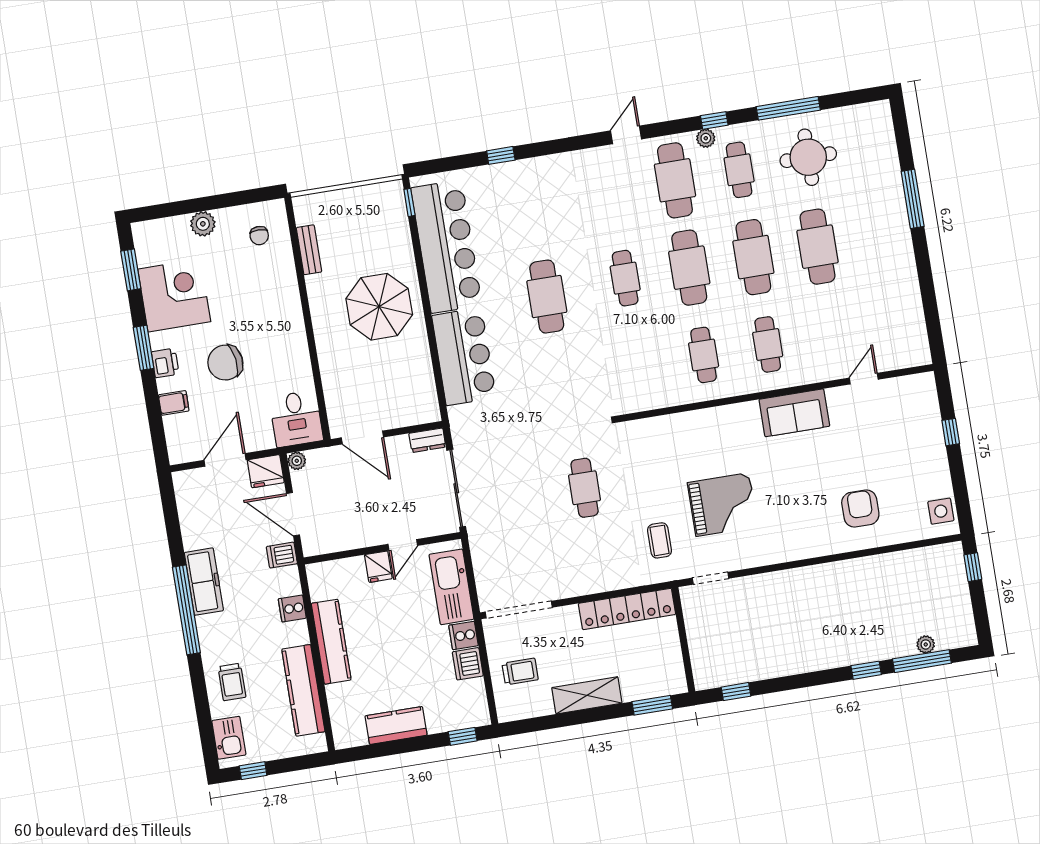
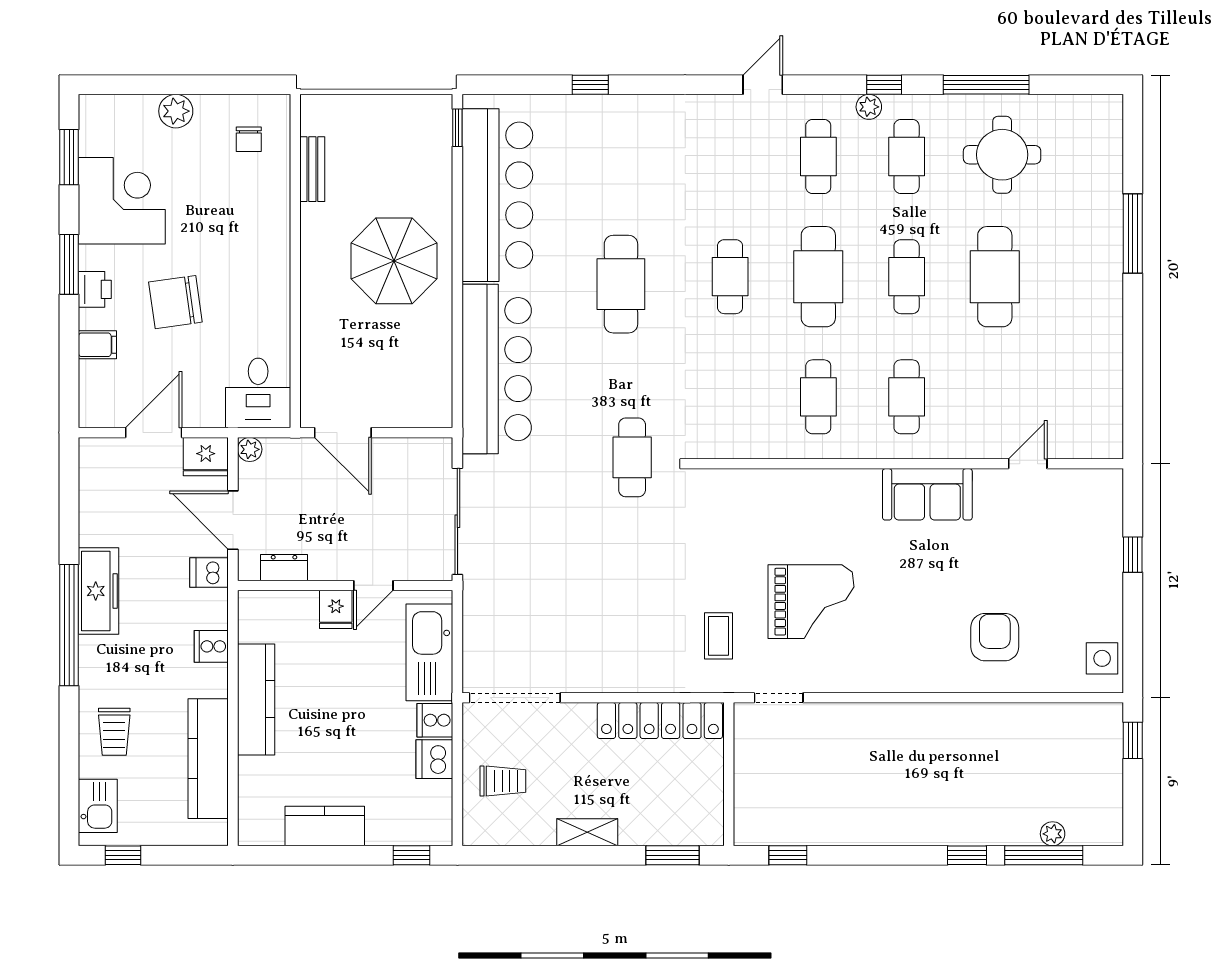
cafe table: (675, 180) -> (818, 156), width x0.73, depth x0.74
cafe table: (753, 257) -> (907, 277), width x0.73, depth x0.74
bar counter: (464, 357) -> (497, 369), width x1.36
dresser: (427, 440) -> (284, 568), moved, turned 180
cafe table: (585, 488) -> (632, 457), moved
shelving: (587, 695) -> (587, 832), width x0.67, depth x0.75

